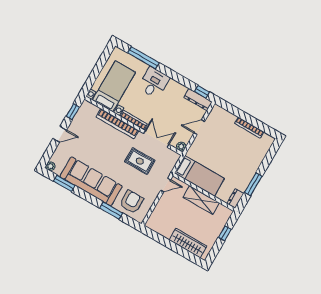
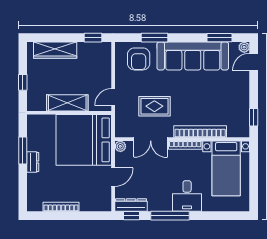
window: (143, 58) -> (170, 216), moved
door: (60, 134) -> (254, 62), moved
bed: (199, 176) -> (84, 140), width x2.04
dresser: (235, 199) -> (33, 162), moved
window: (155, 236) -> (93, 38), added

